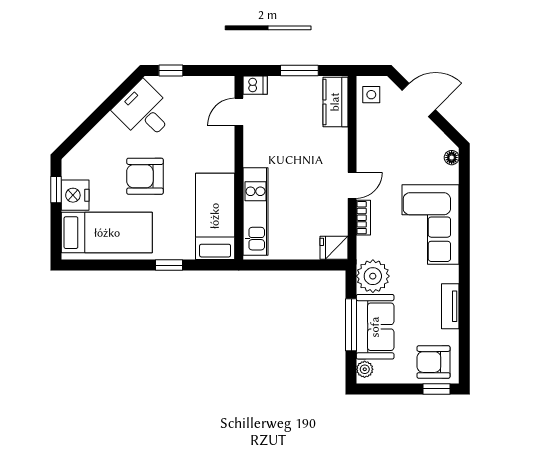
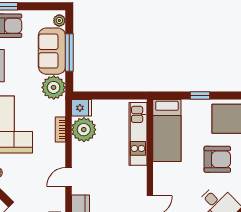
door: (352, 185) -> (68, 177), moved
plant: (331, 217) -> (84, 130), added

